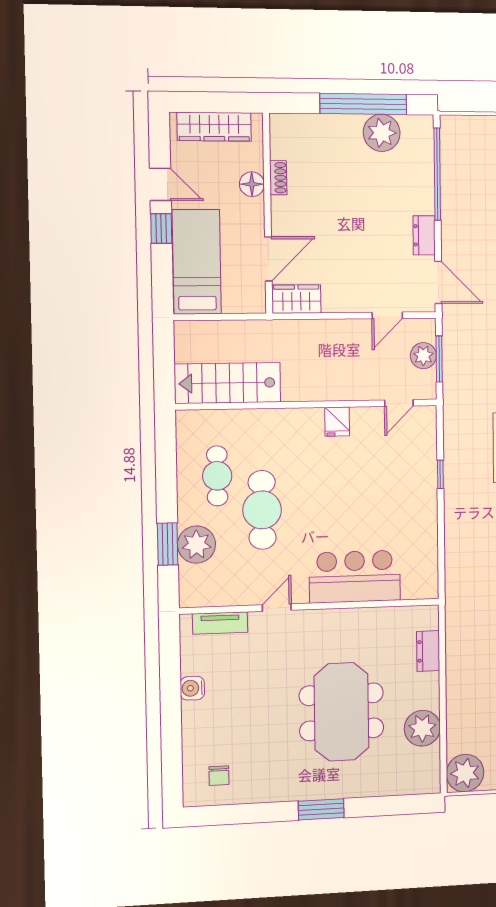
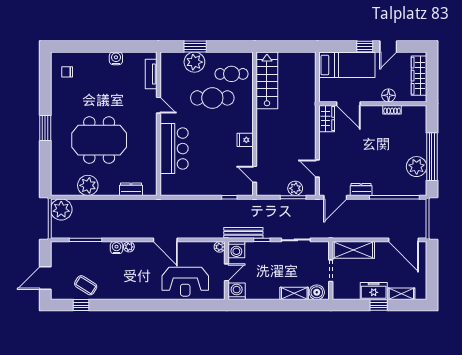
stairs: (228, 383) -> (267, 80), moved
door: (399, 403) -> (255, 174), moved
wall: (307, 405) -> (255, 124), moved
fridge: (337, 422) -> (245, 140), moved

